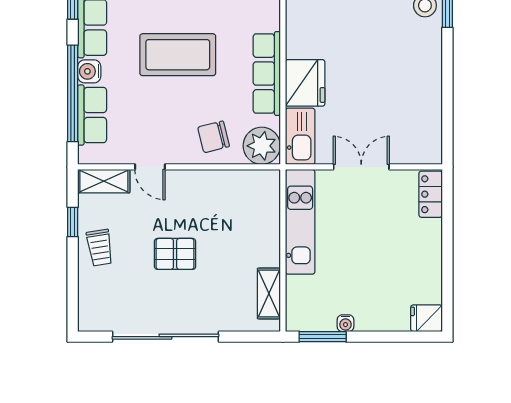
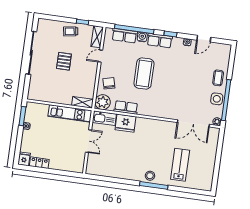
row of seats: (267, 73) -> (126, 107), width x0.68
locker: (431, 194) -> (39, 163), moved
shelving: (269, 293) -> (82, 102), moved

